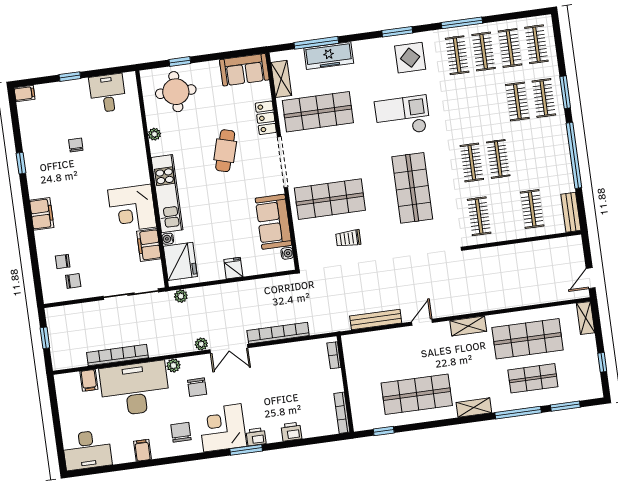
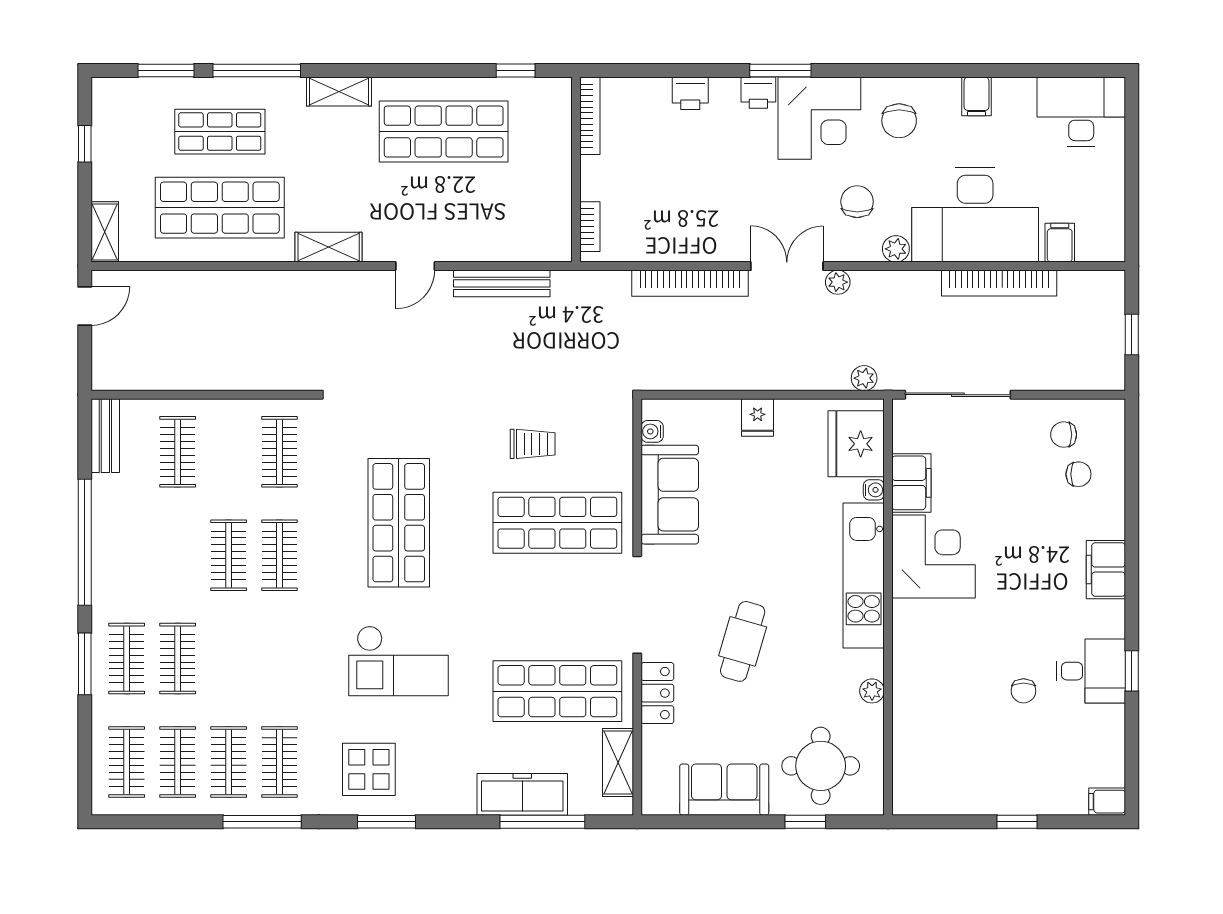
sofa: (244, 70) -> (724, 790), moved
desk: (108, 93) -> (1091, 671), moved, turned -90

